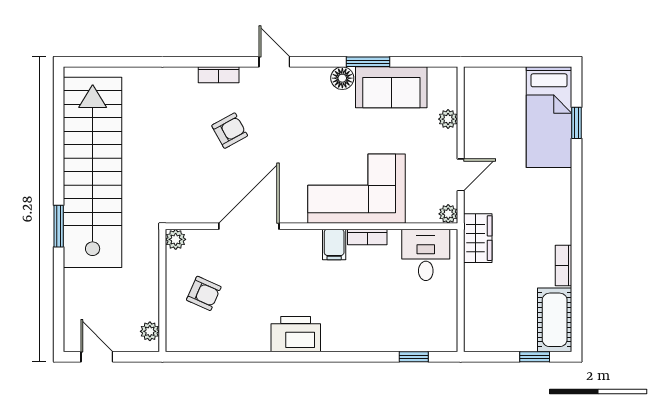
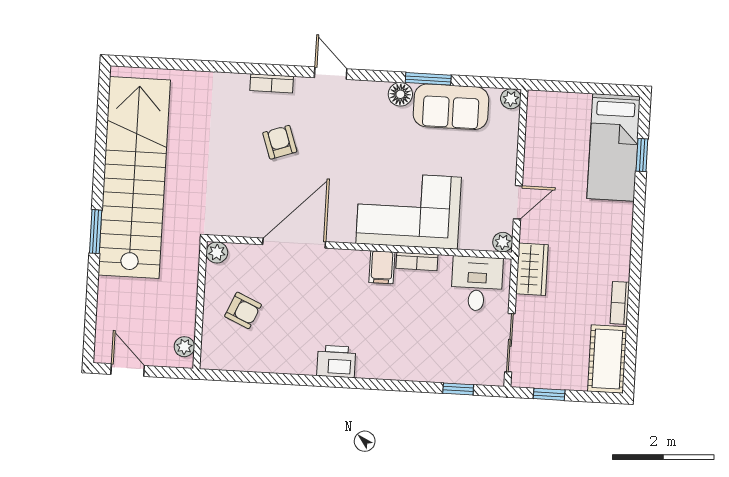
plant: (448, 119) -> (511, 99), moved
armchair: (230, 131) -> (280, 142), turned -80
sliding door: (461, 310) -> (510, 343), added
printer: (296, 334) -> (336, 361), width x0.73, depth x0.84
window: (535, 357) -> (549, 394), moved

